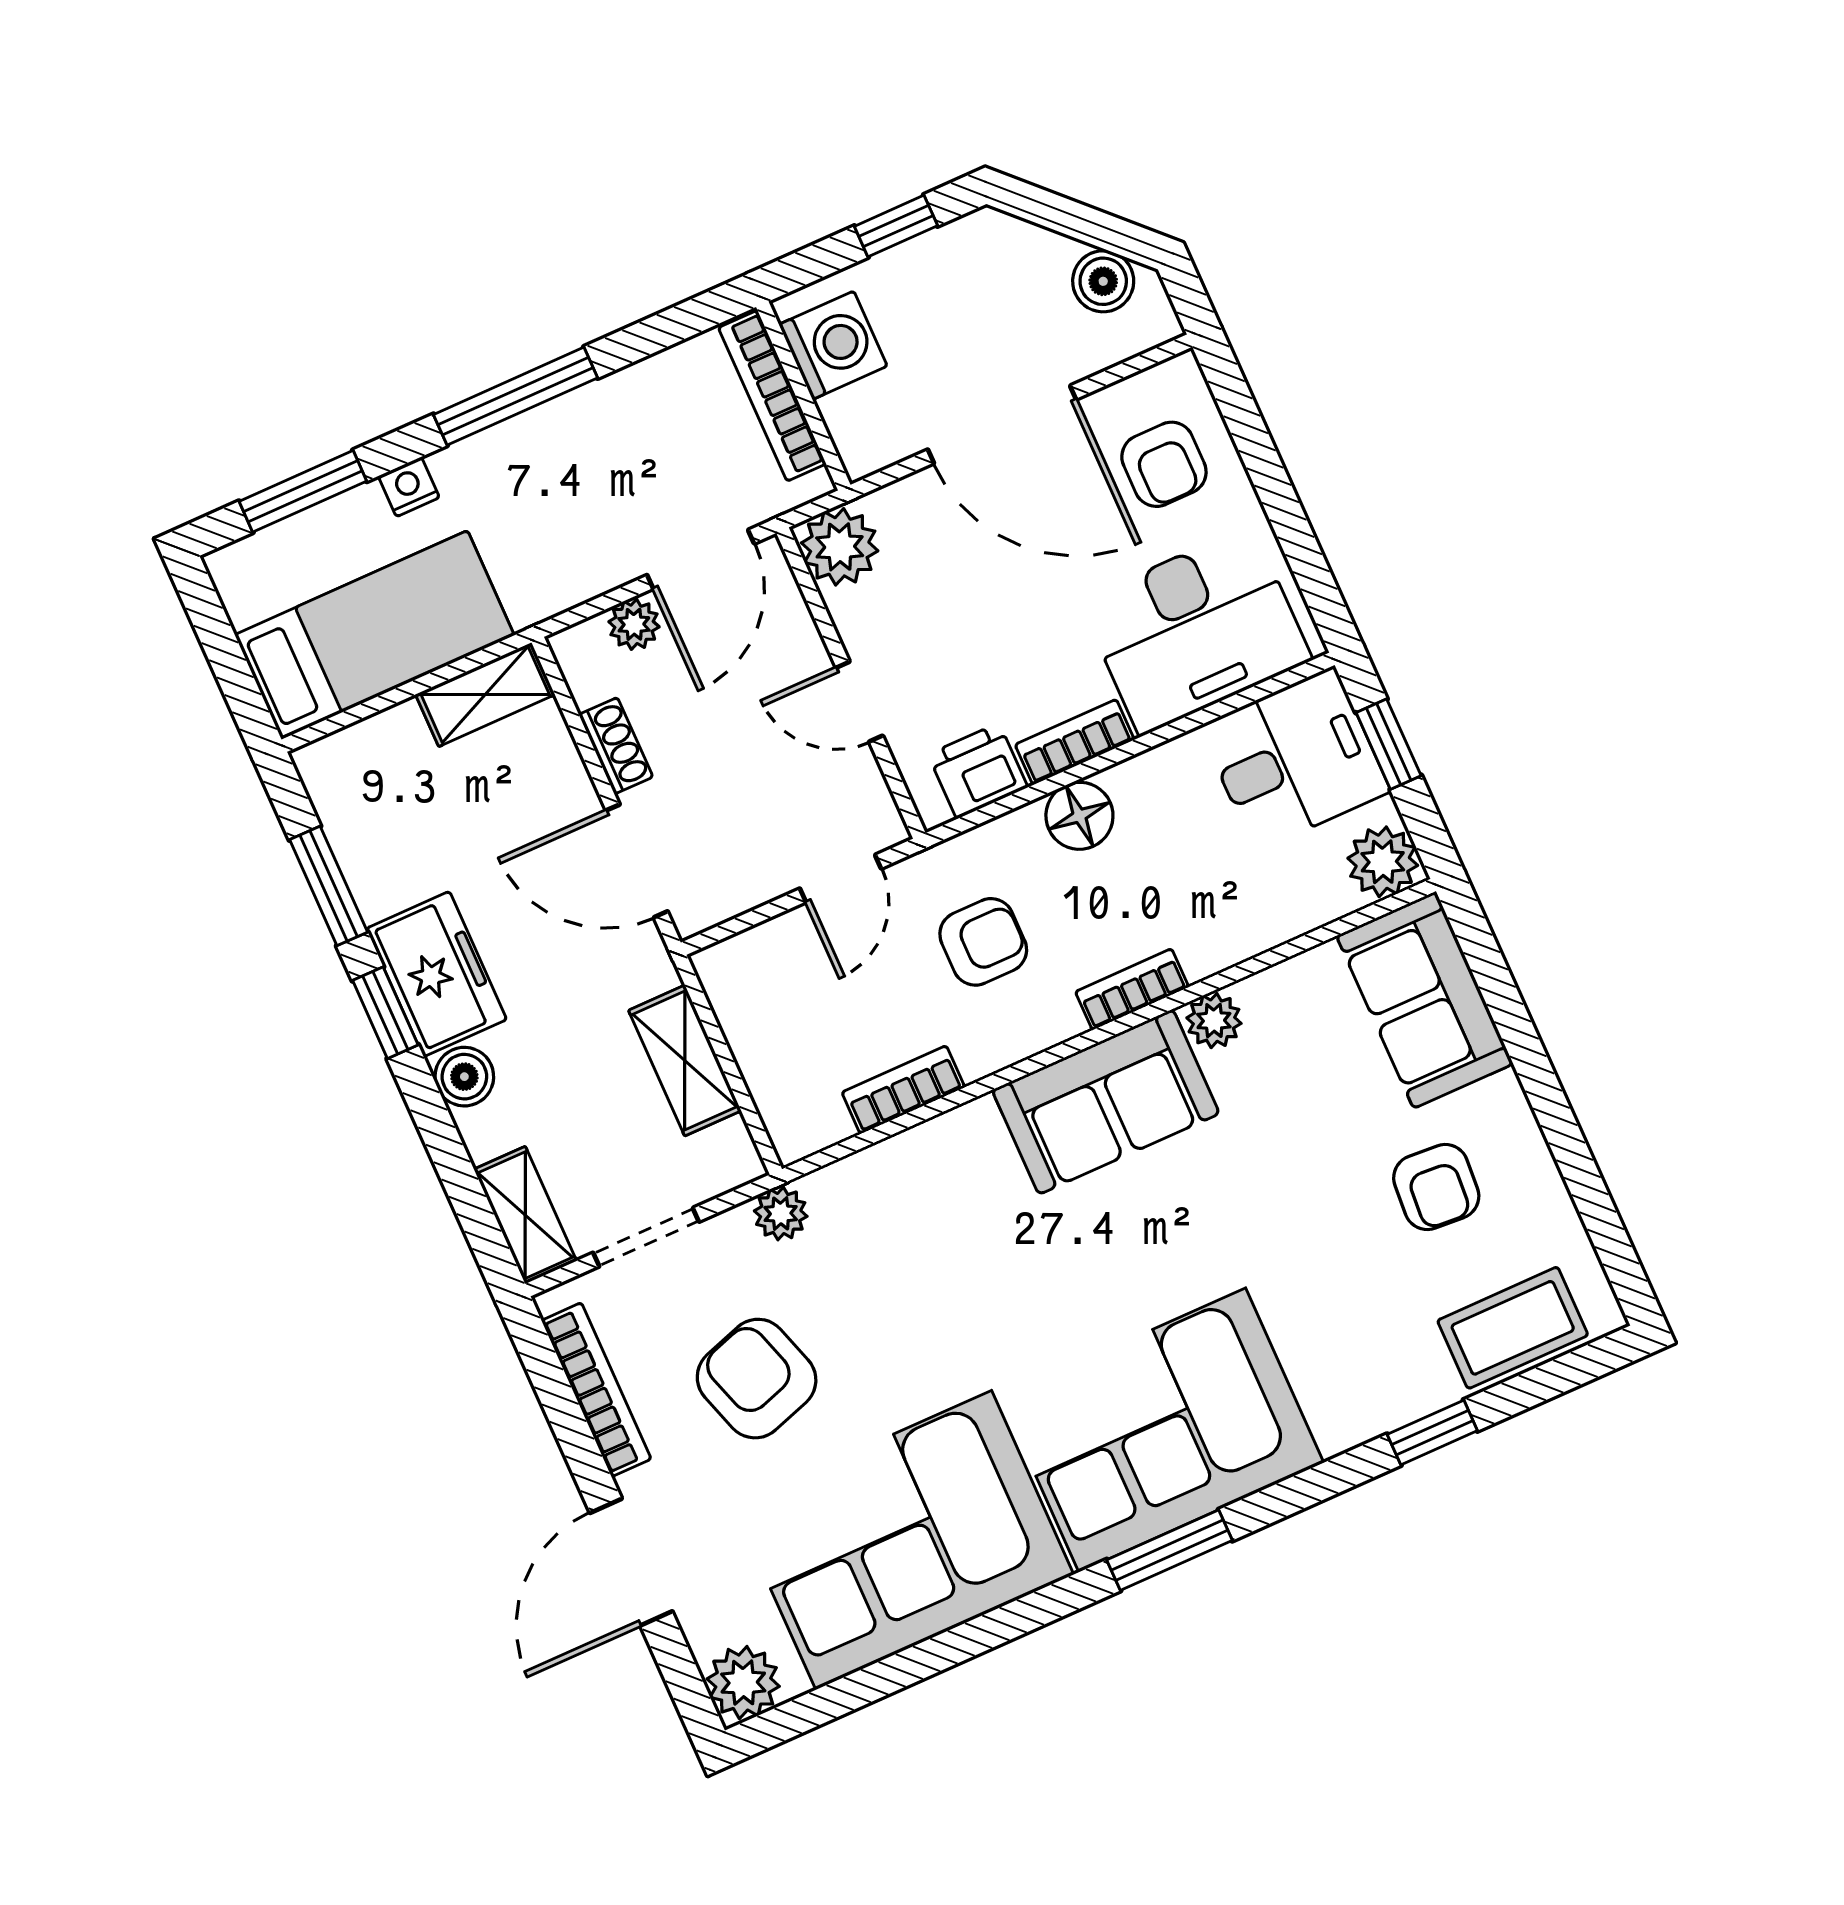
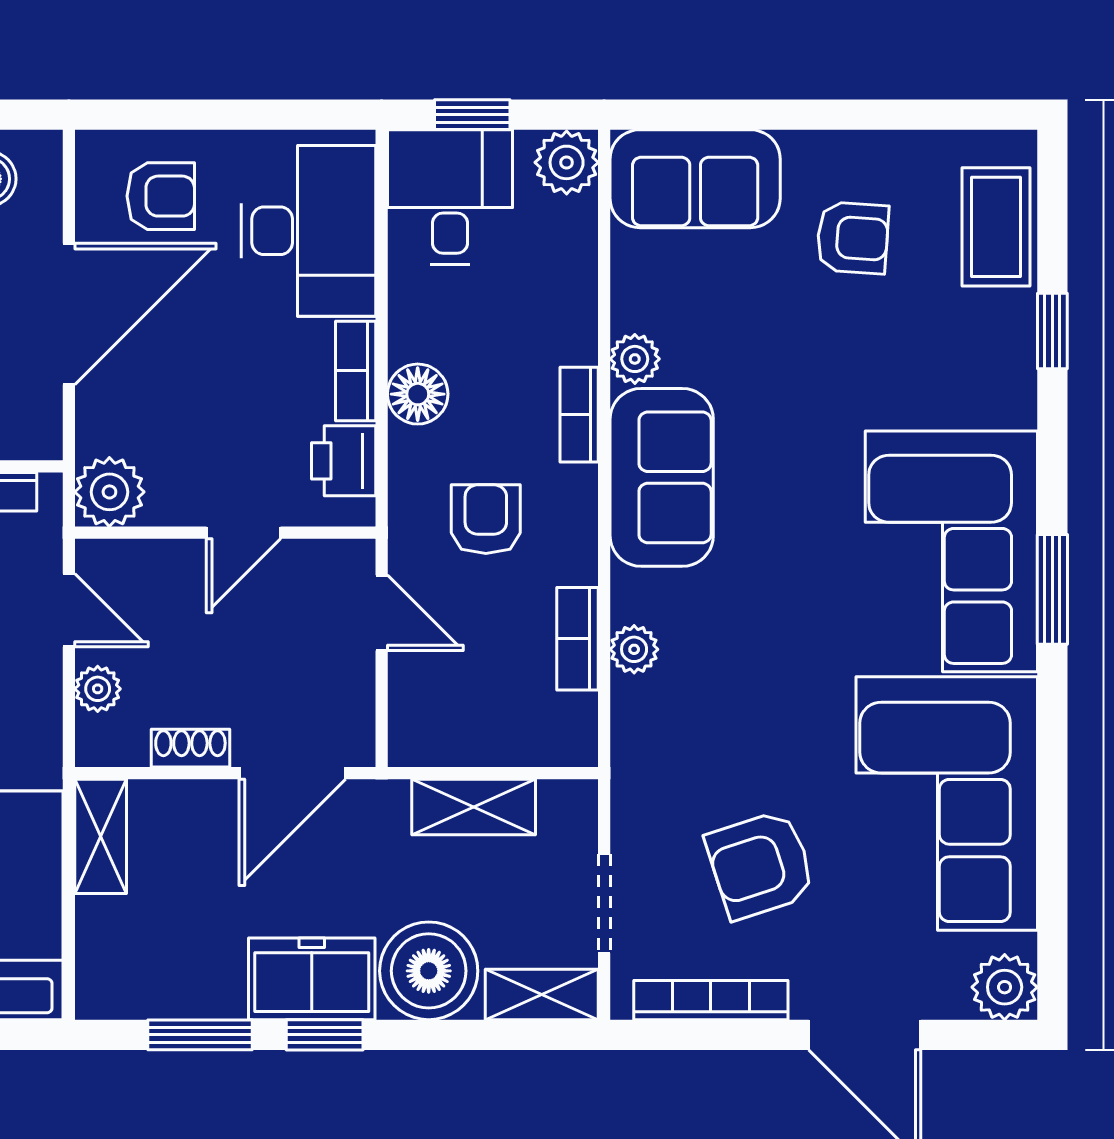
door: (701, 559) -> (69, 610), width x0.73
boiler: (464, 1077) -> (429, 971), width x1.86, depth x1.86
plant: (781, 1214) -> (634, 649), moved

